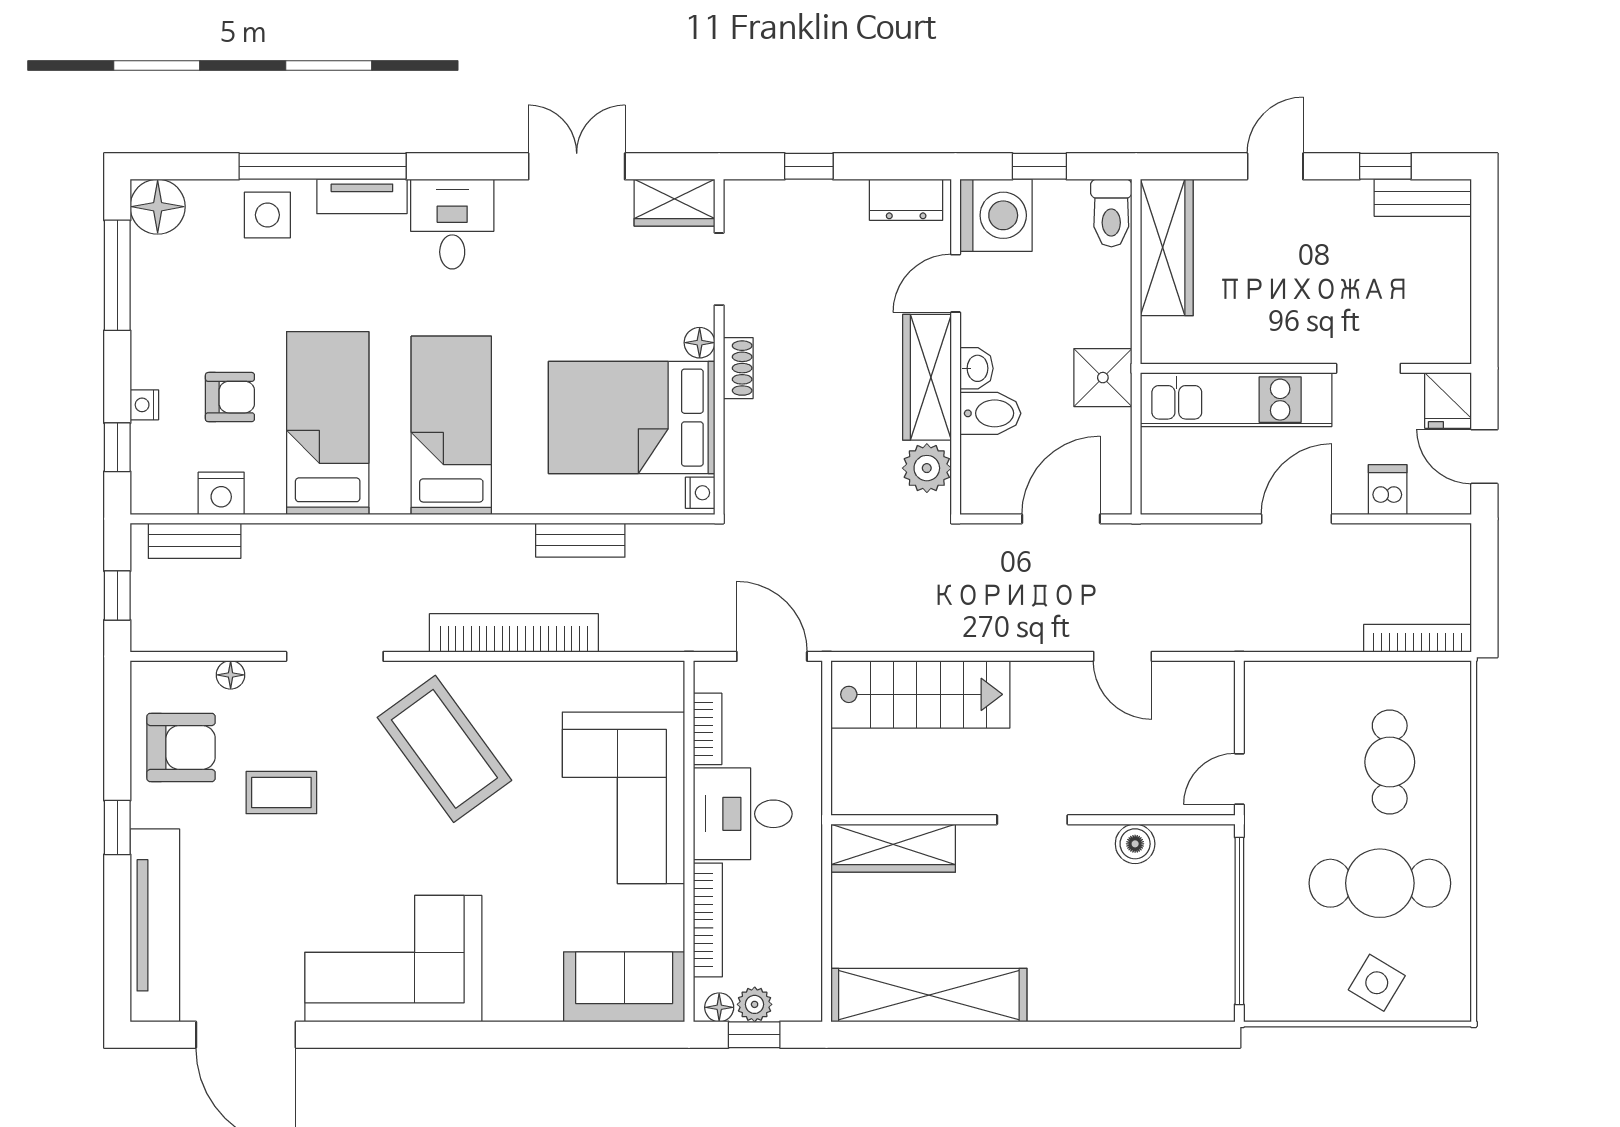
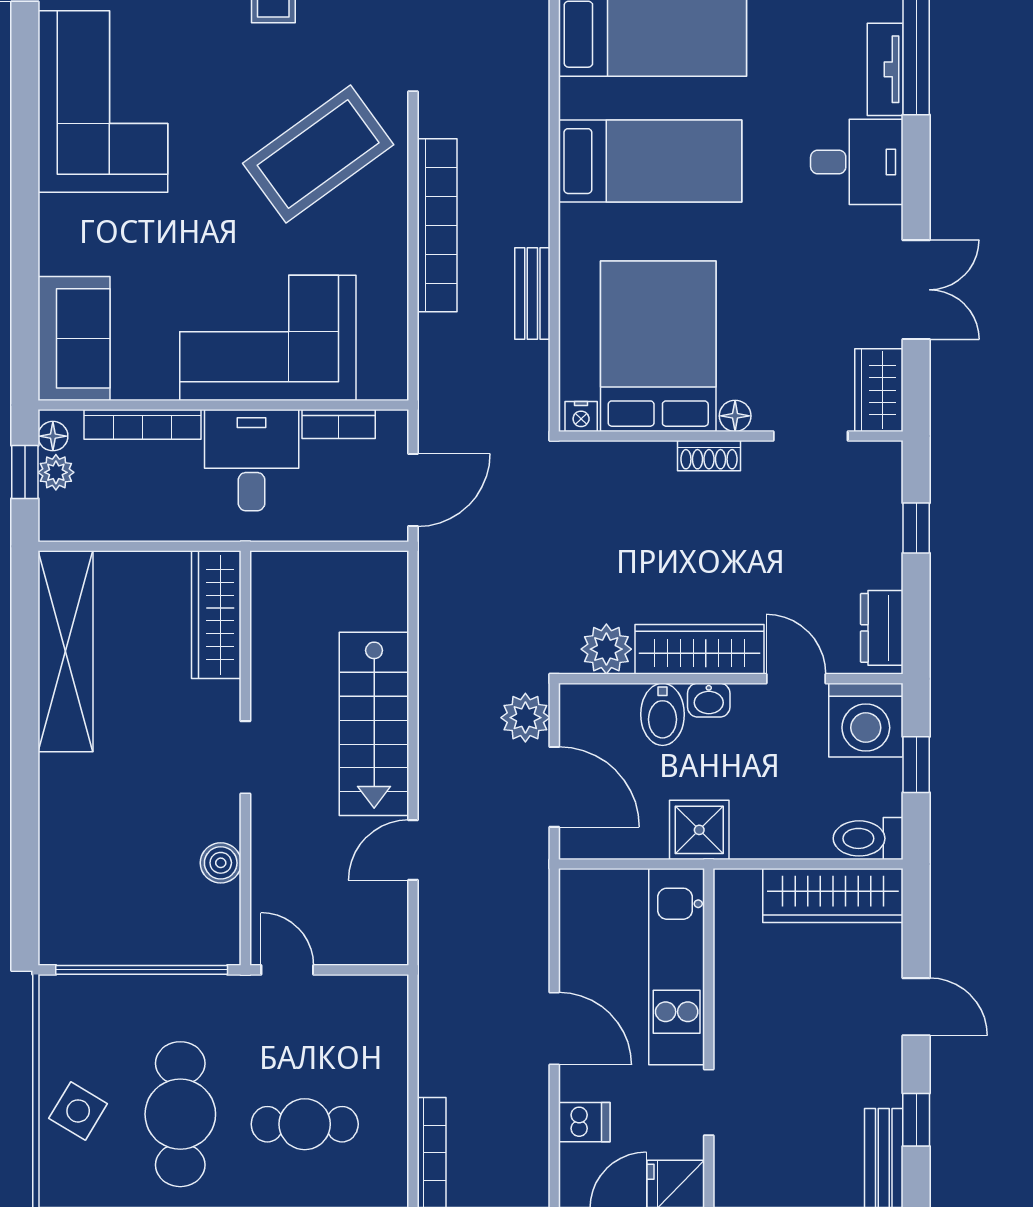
plant: (994, 547) -> (525, 718), added
stairs: (920, 694) -> (374, 724), moved

